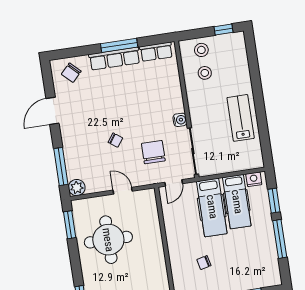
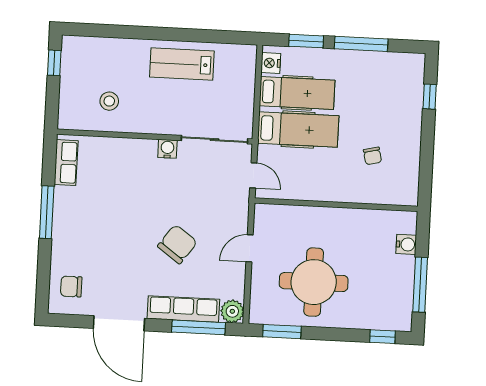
stool: (201, 50) -> (76, 99), removed
row of seats: (115, 59) -> (183, 309), moved, turned -90
chair: (71, 73) -> (71, 286), turned 136
door: (52, 111) -> (119, 323), width x1.36
chair: (115, 140) -> (177, 244), width x1.87, depth x1.87
chair: (153, 152) -> (205, 195), removed

